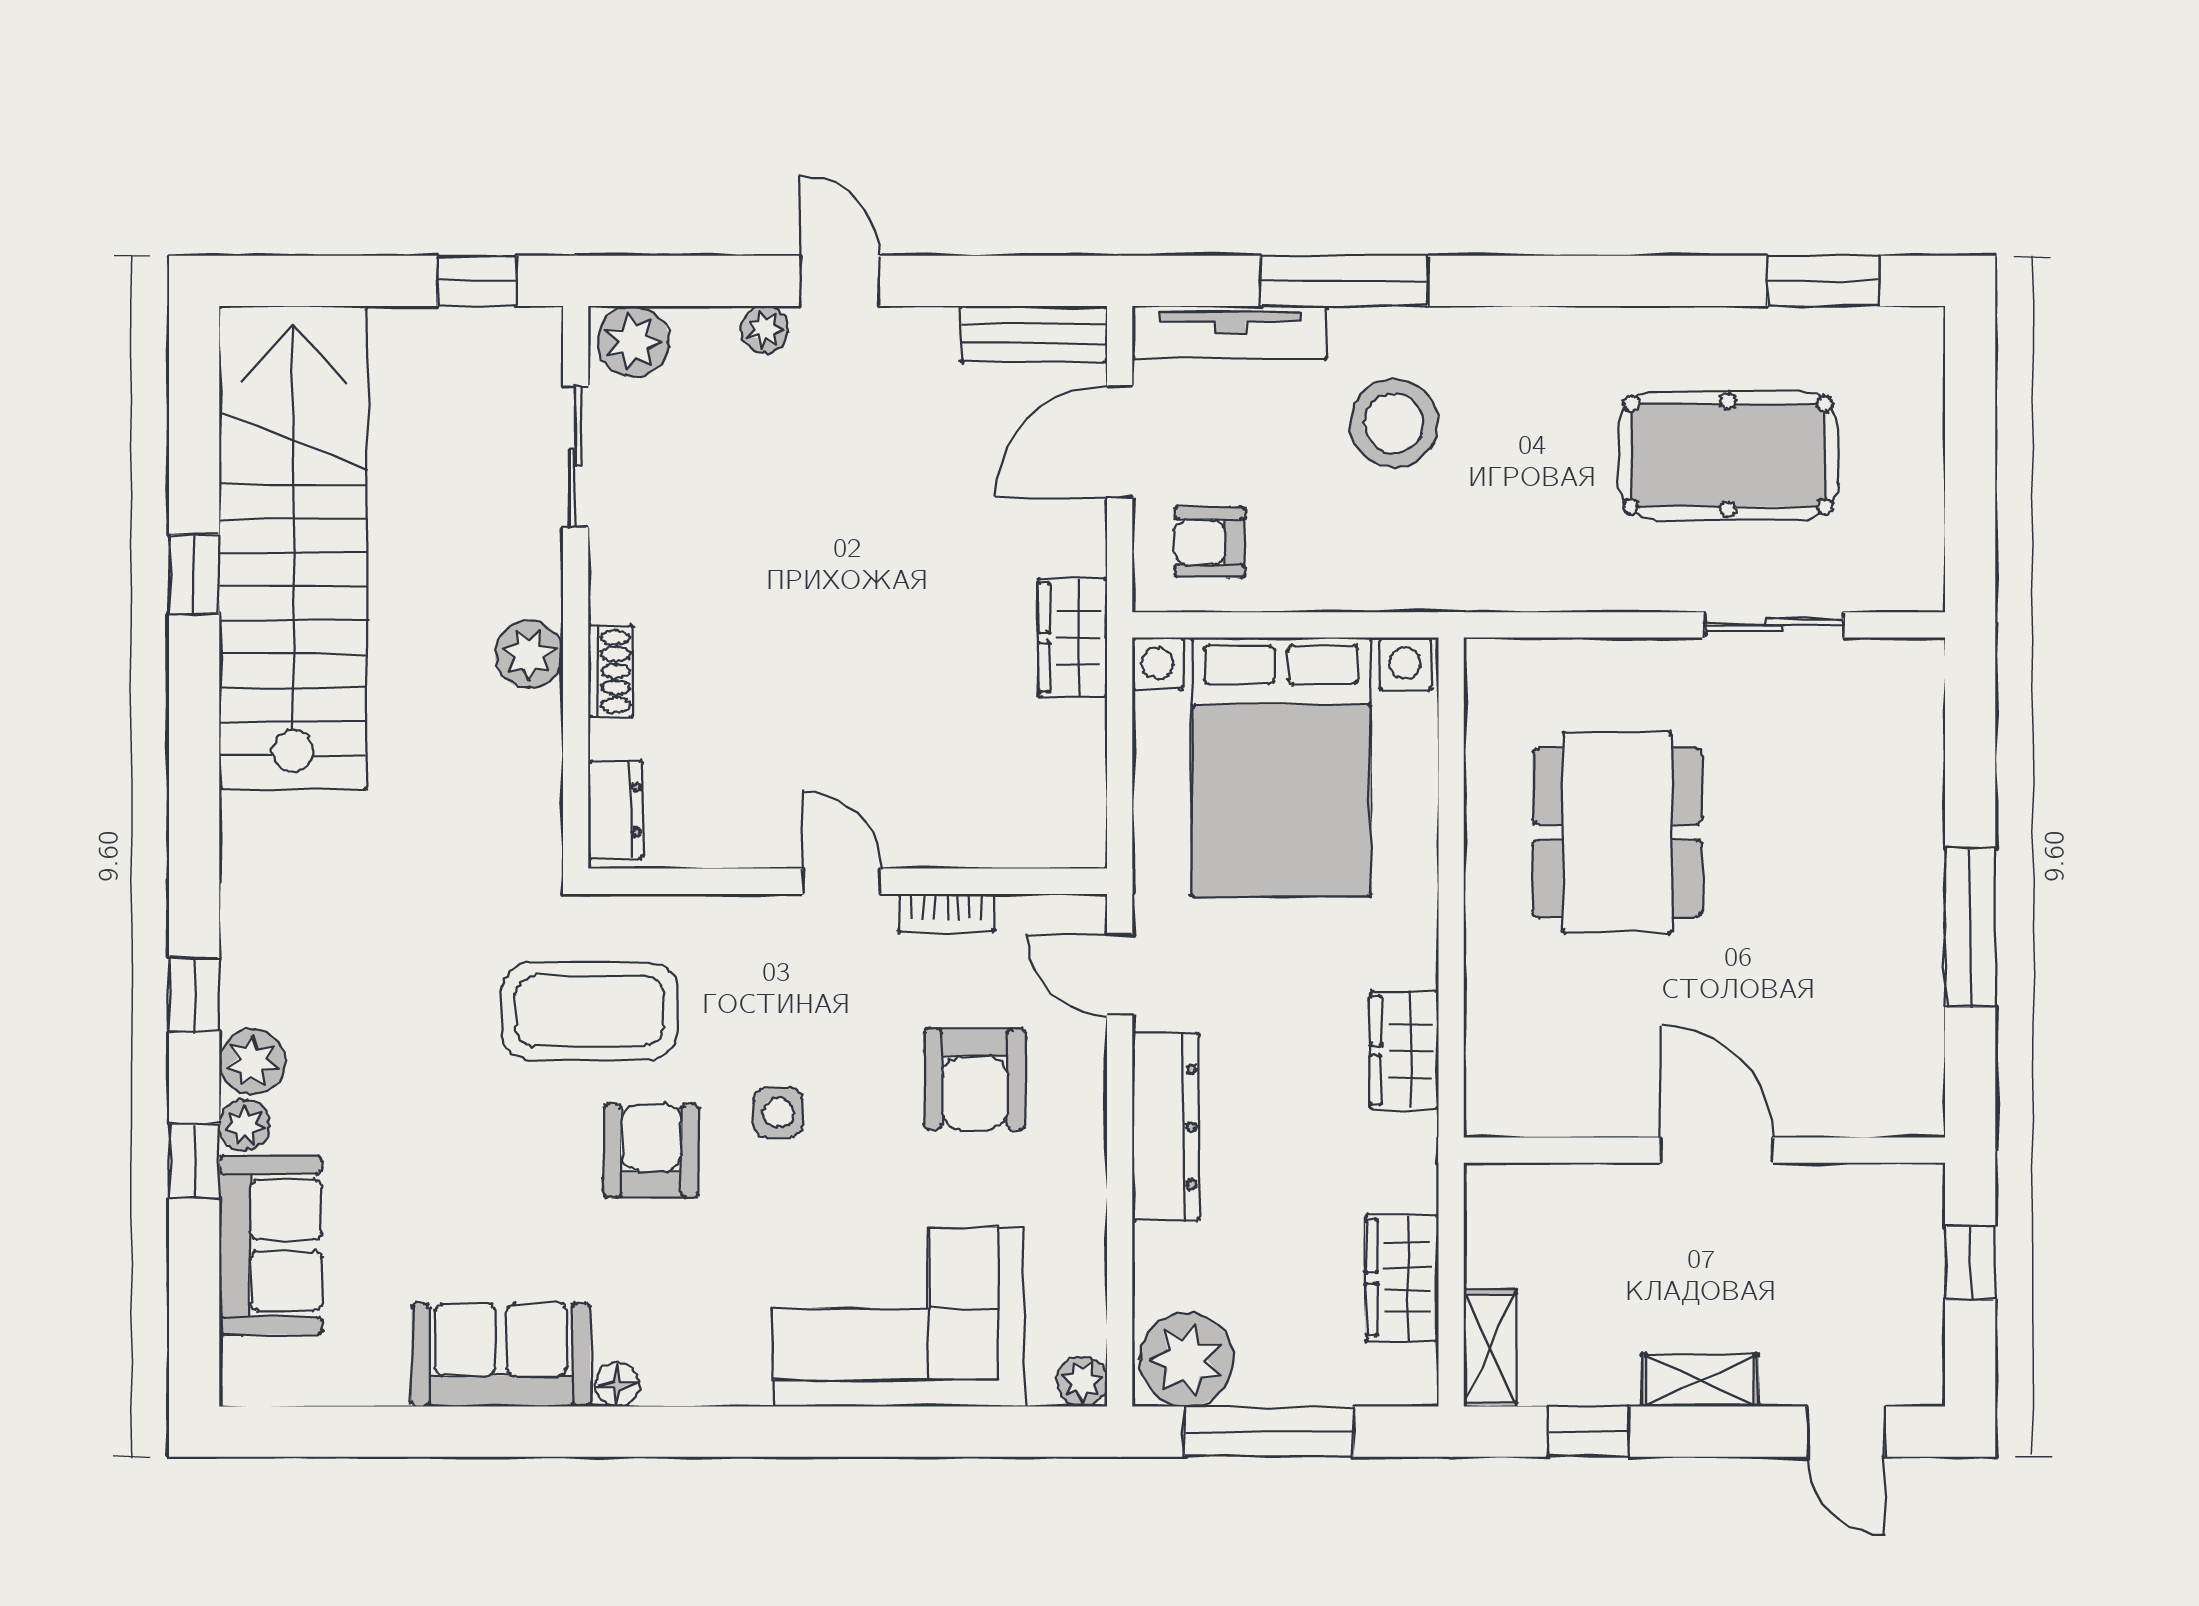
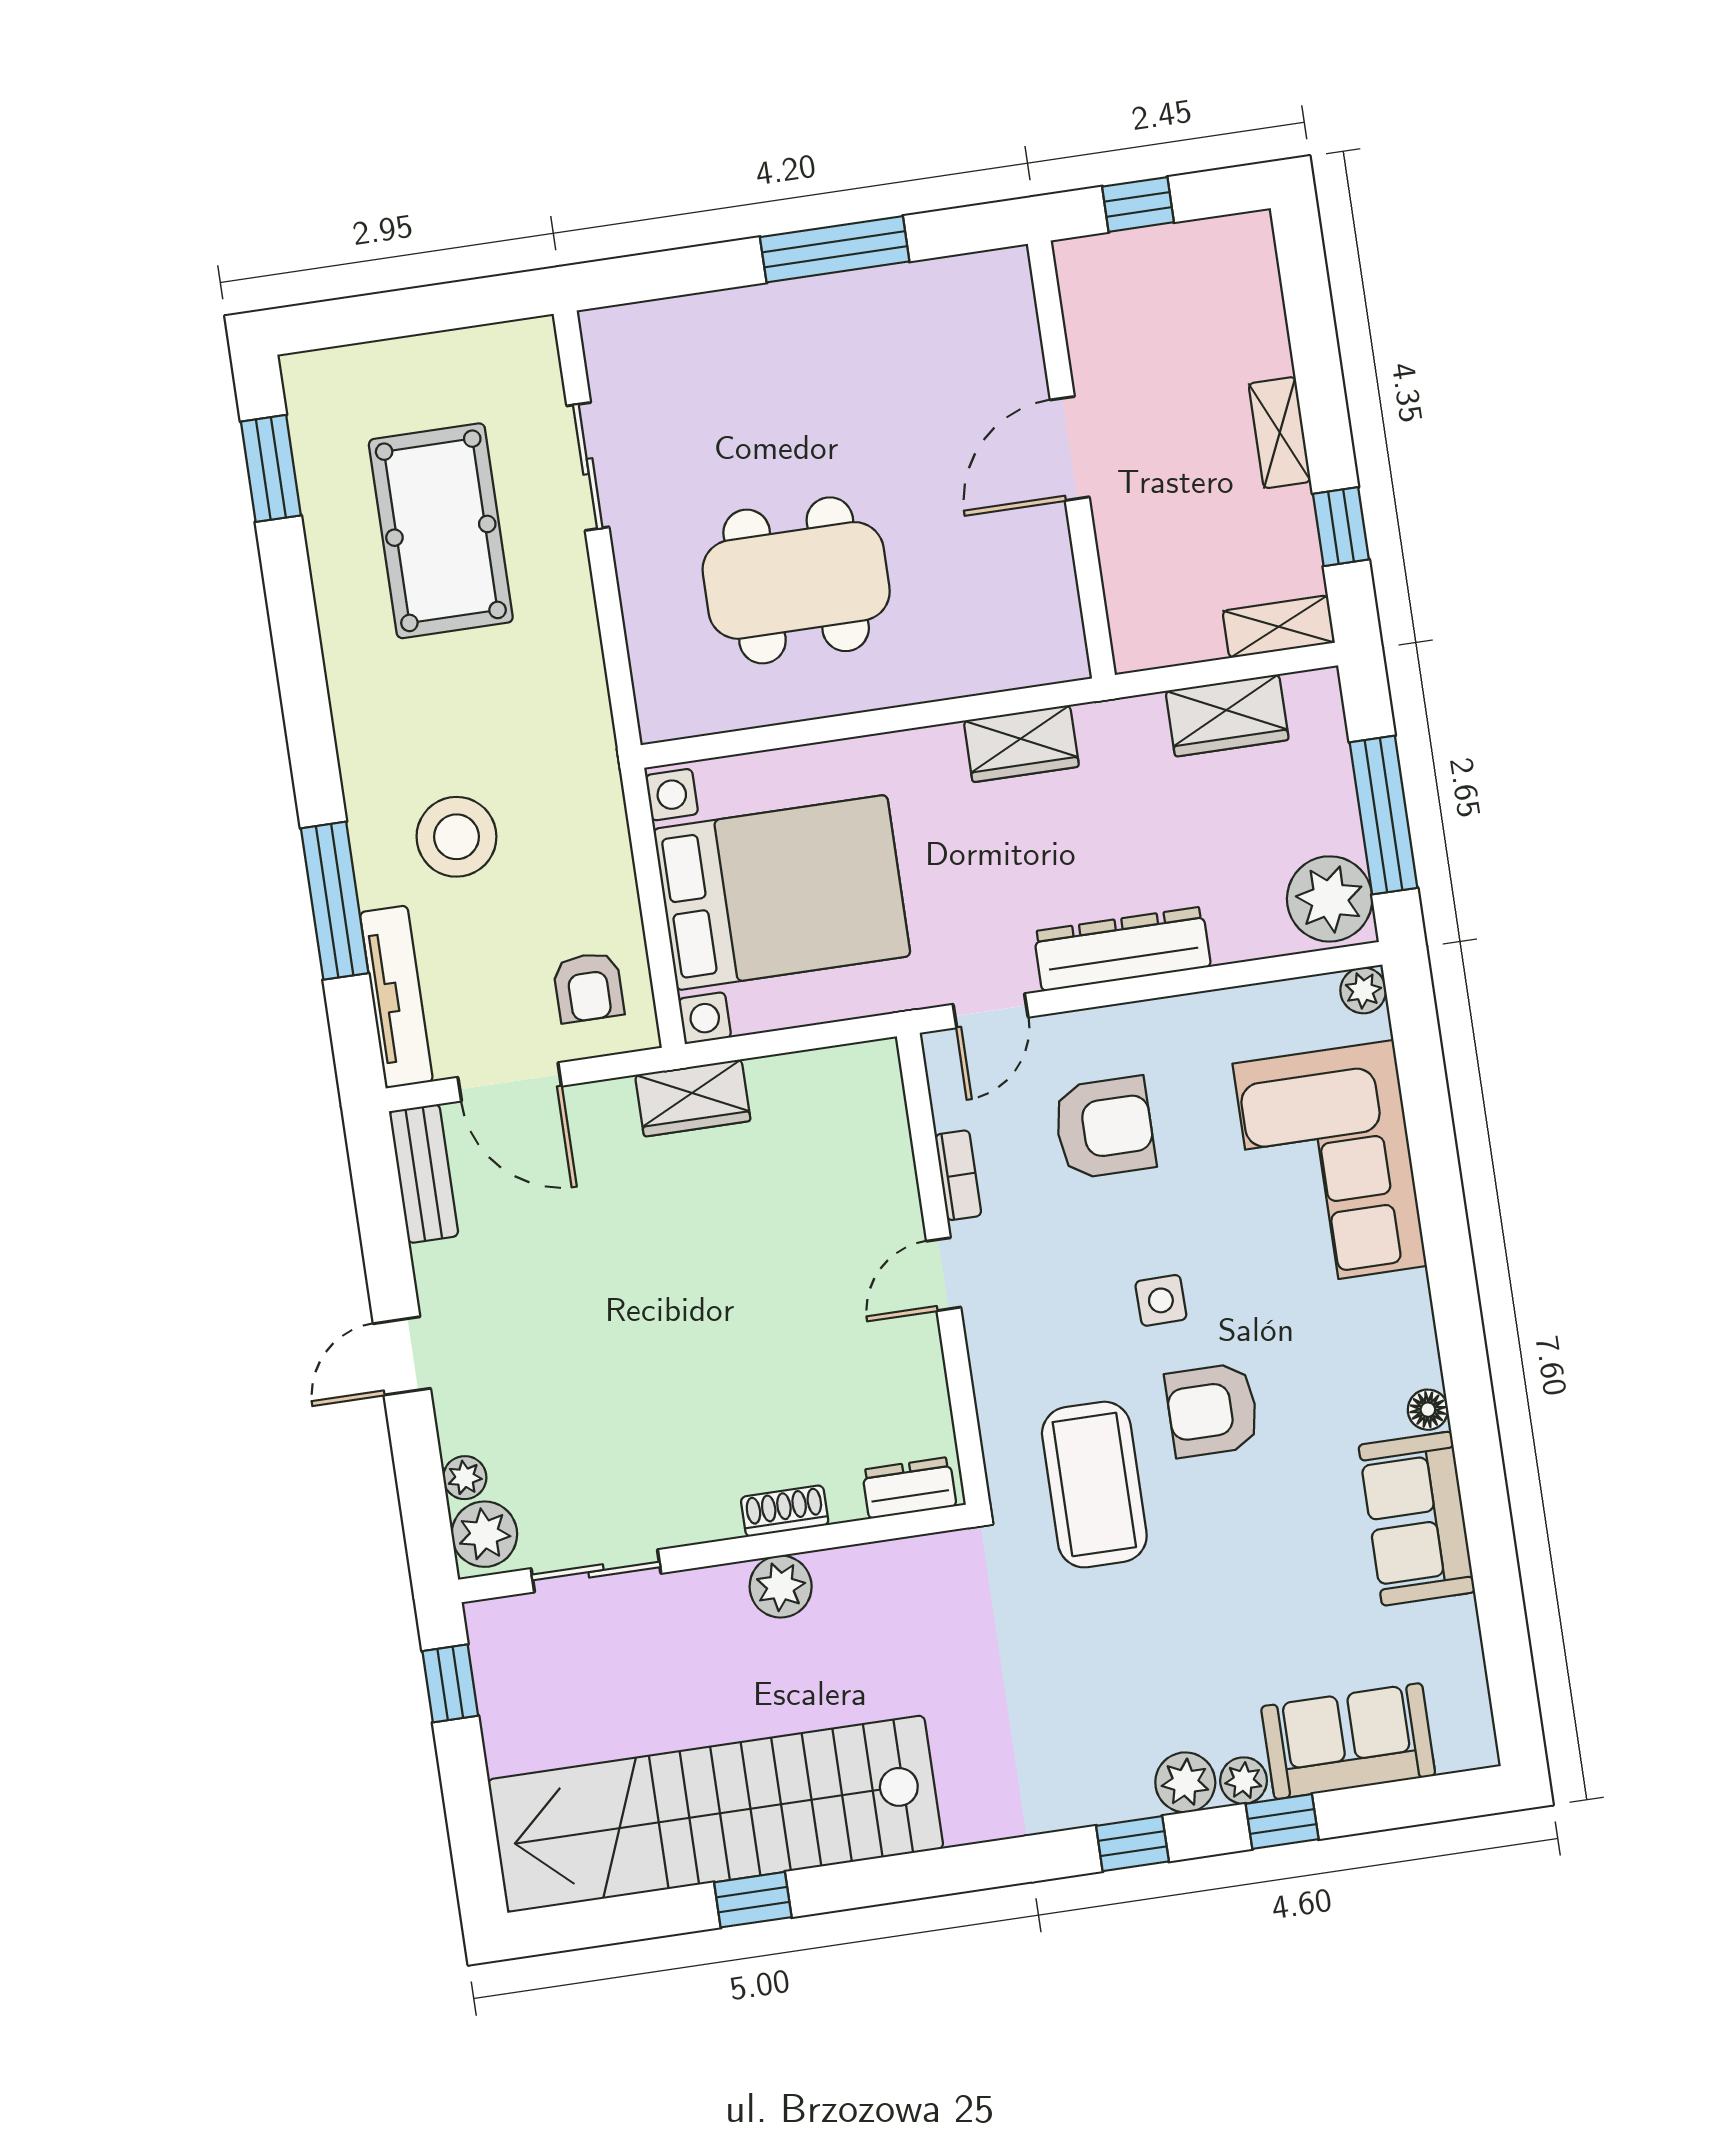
plant: (764, 330) -> (465, 1478), moved
door: (1846, 1432) -> (1307, 294), removed

